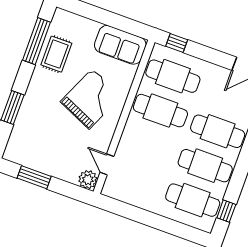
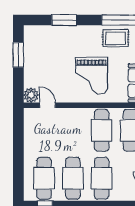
grand piano: (91, 99) -> (92, 76), turned 66
door: (107, 164) -> (47, 105), hinge flipped

